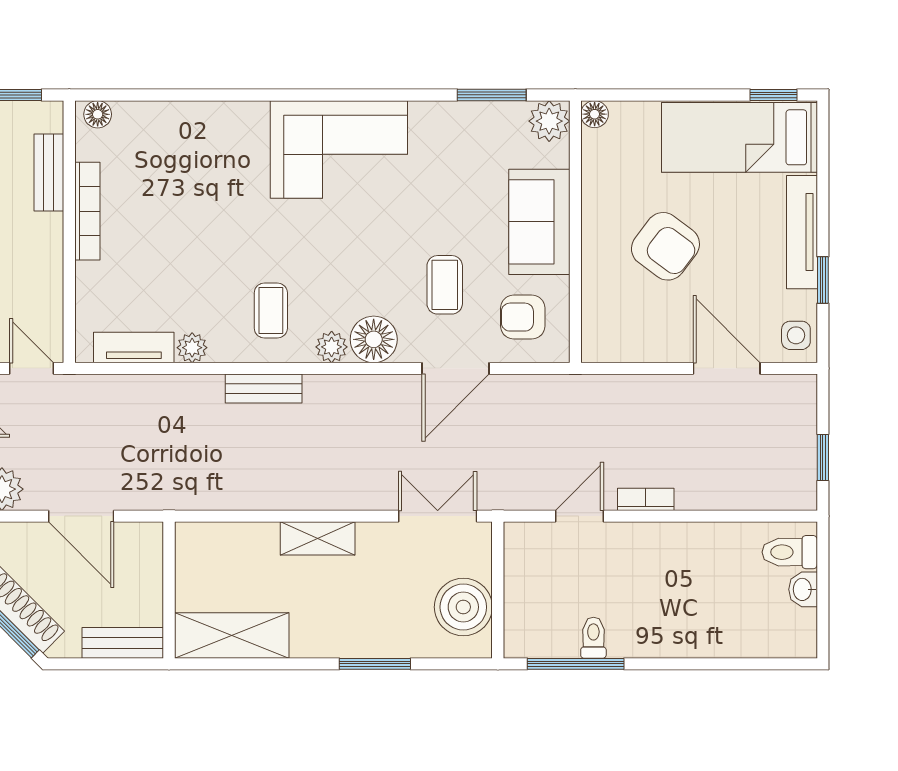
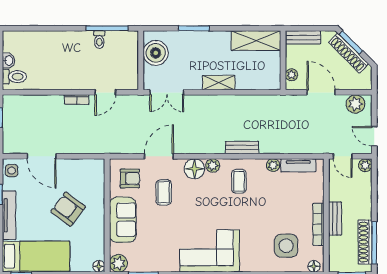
side table: (162, 162) -> (286, 246), added
bench: (49, 173) -> (335, 219), moved
plant: (149, 557) -> (292, 75), added

